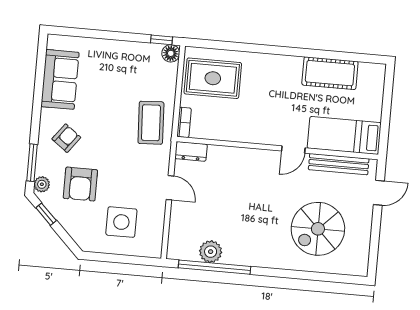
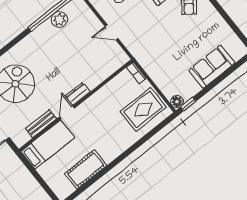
sofa: (60, 79) -> (212, 67), moved, turned 90
coffee table: (151, 123) -> (153, 56), removed
dresser: (191, 151) -> (78, 94), moved
bench: (339, 164) -> (41, 124), width x0.73

